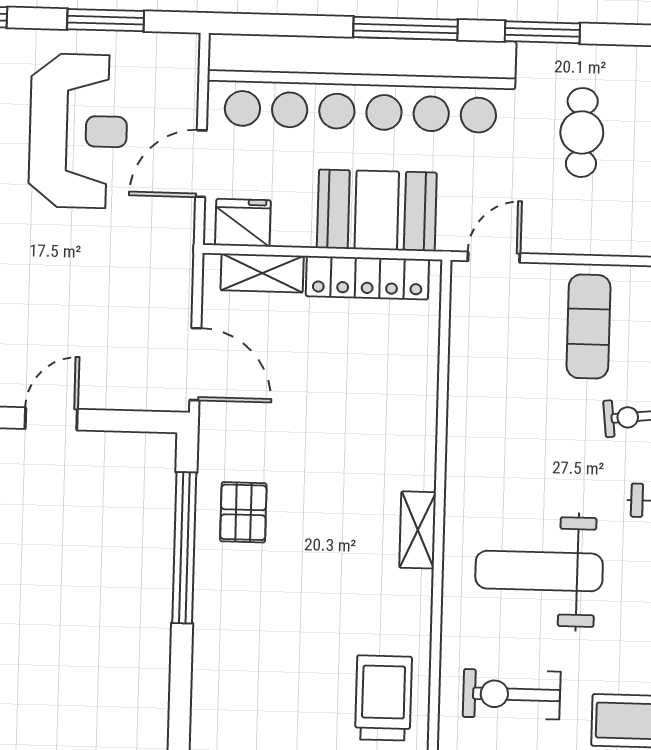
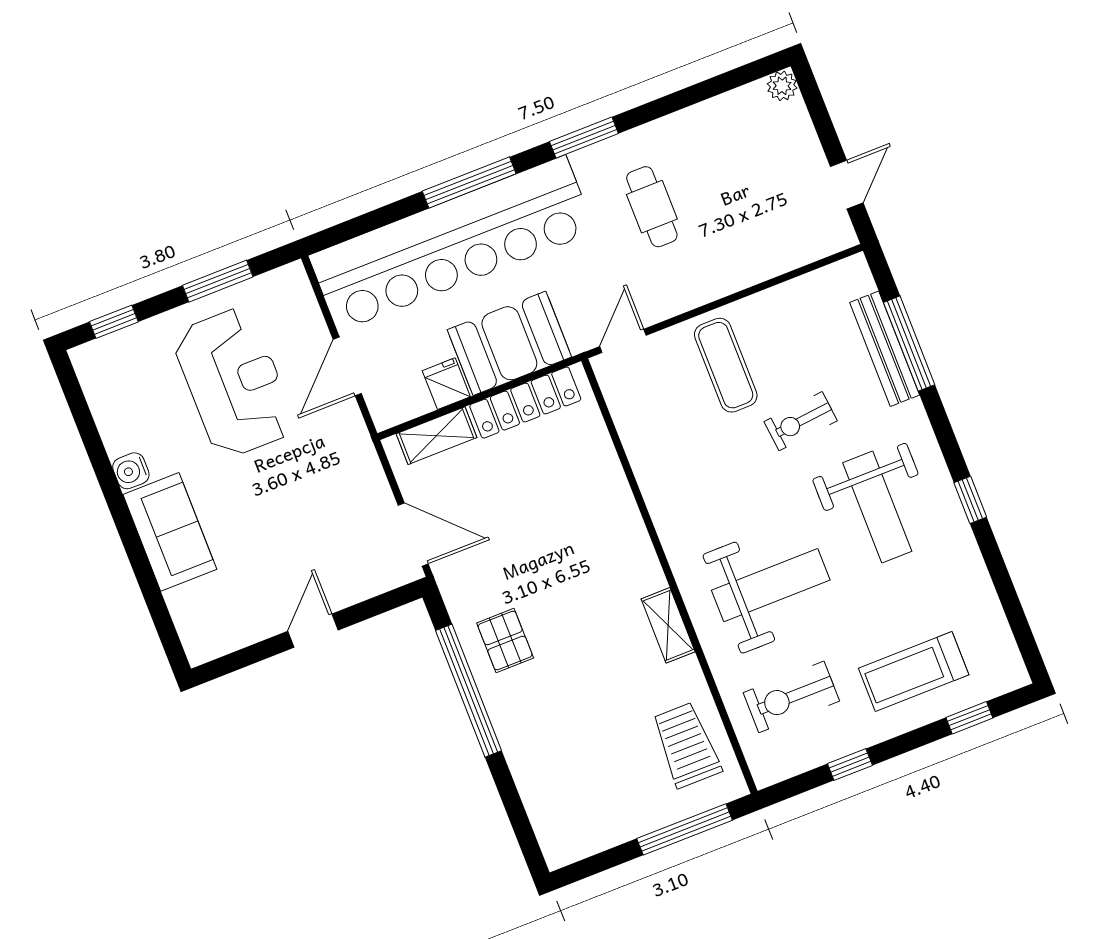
fridge: (243, 223) -> (446, 384), moved, width x0.72
shelving: (418, 530) -> (668, 625), moved
weight bench: (539, 571) -> (771, 585), turned 180

